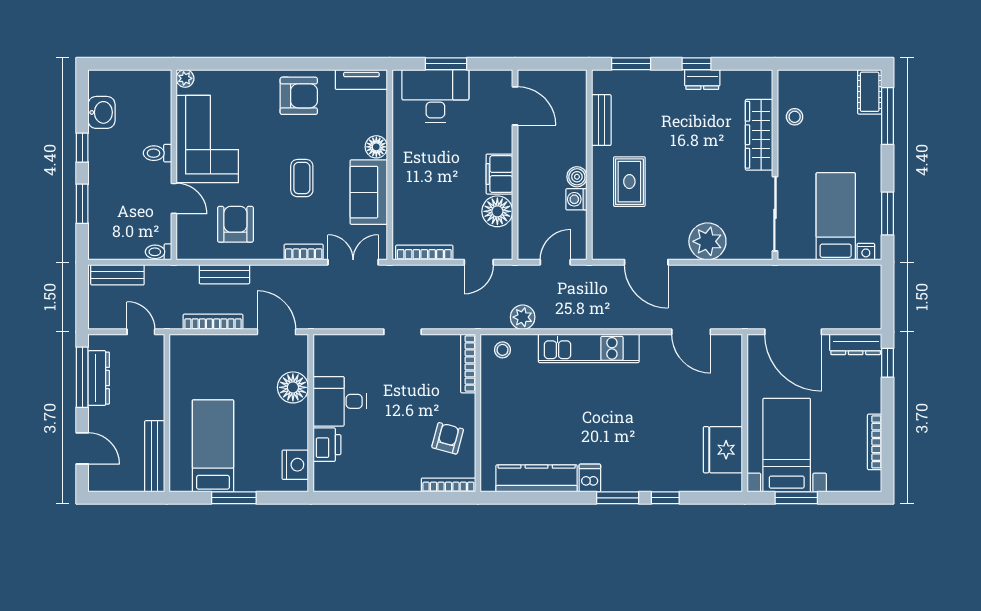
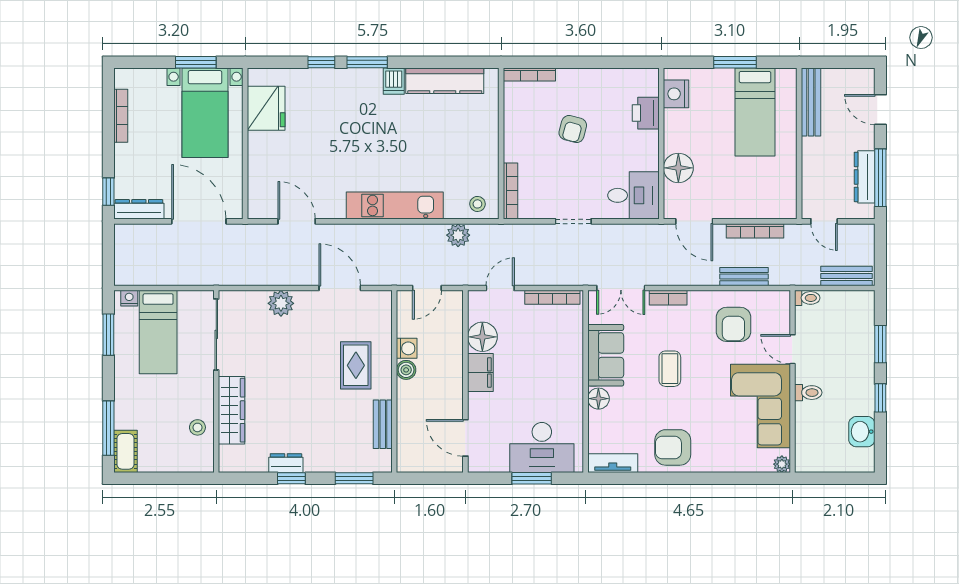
plant: (707, 241) -> (281, 303), width x0.73, depth x0.73
desk: (340, 401) -> (633, 195), moved
armchair: (448, 438) -> (573, 129), moved

